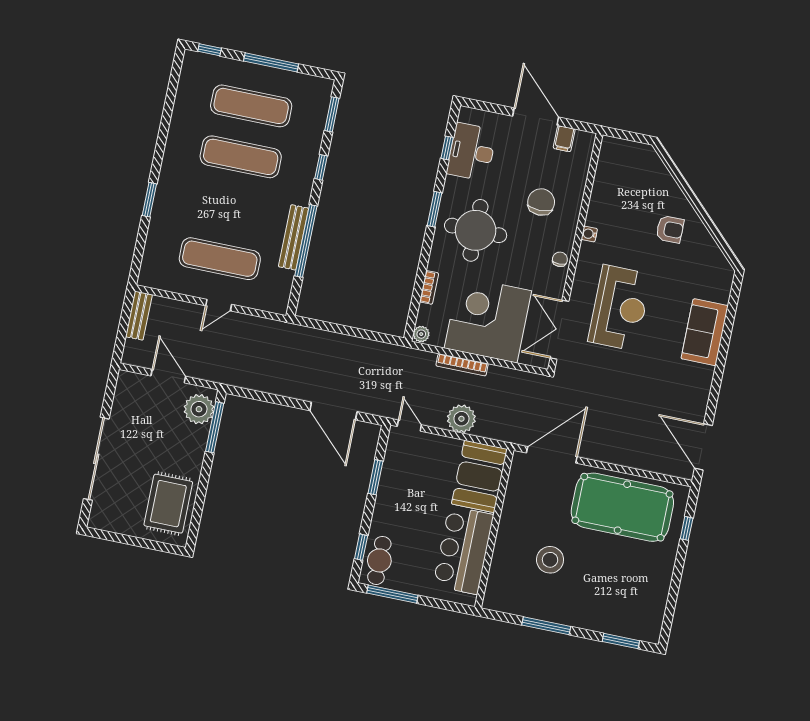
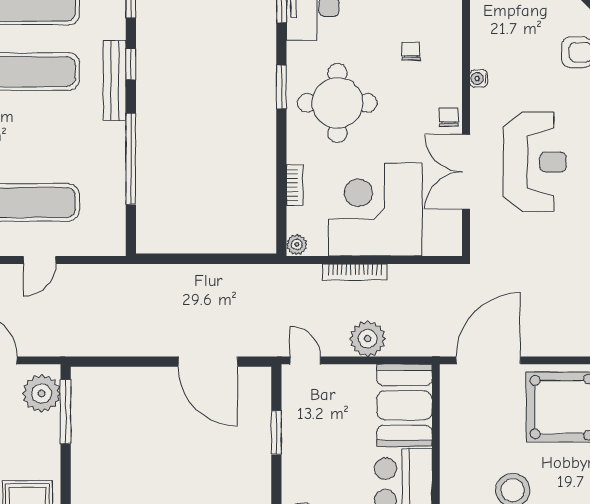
chair: (541, 202) -> (411, 51), width x0.54, depth x0.54
bench: (293, 237) -> (115, 80), moved
double door: (559, 330) -> (466, 172), moved

